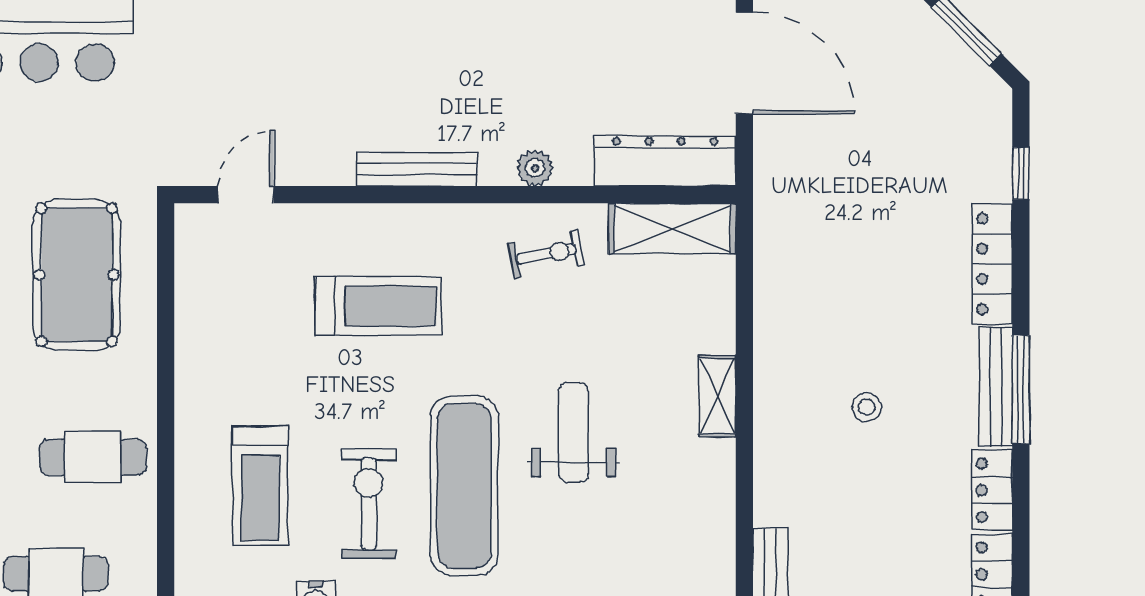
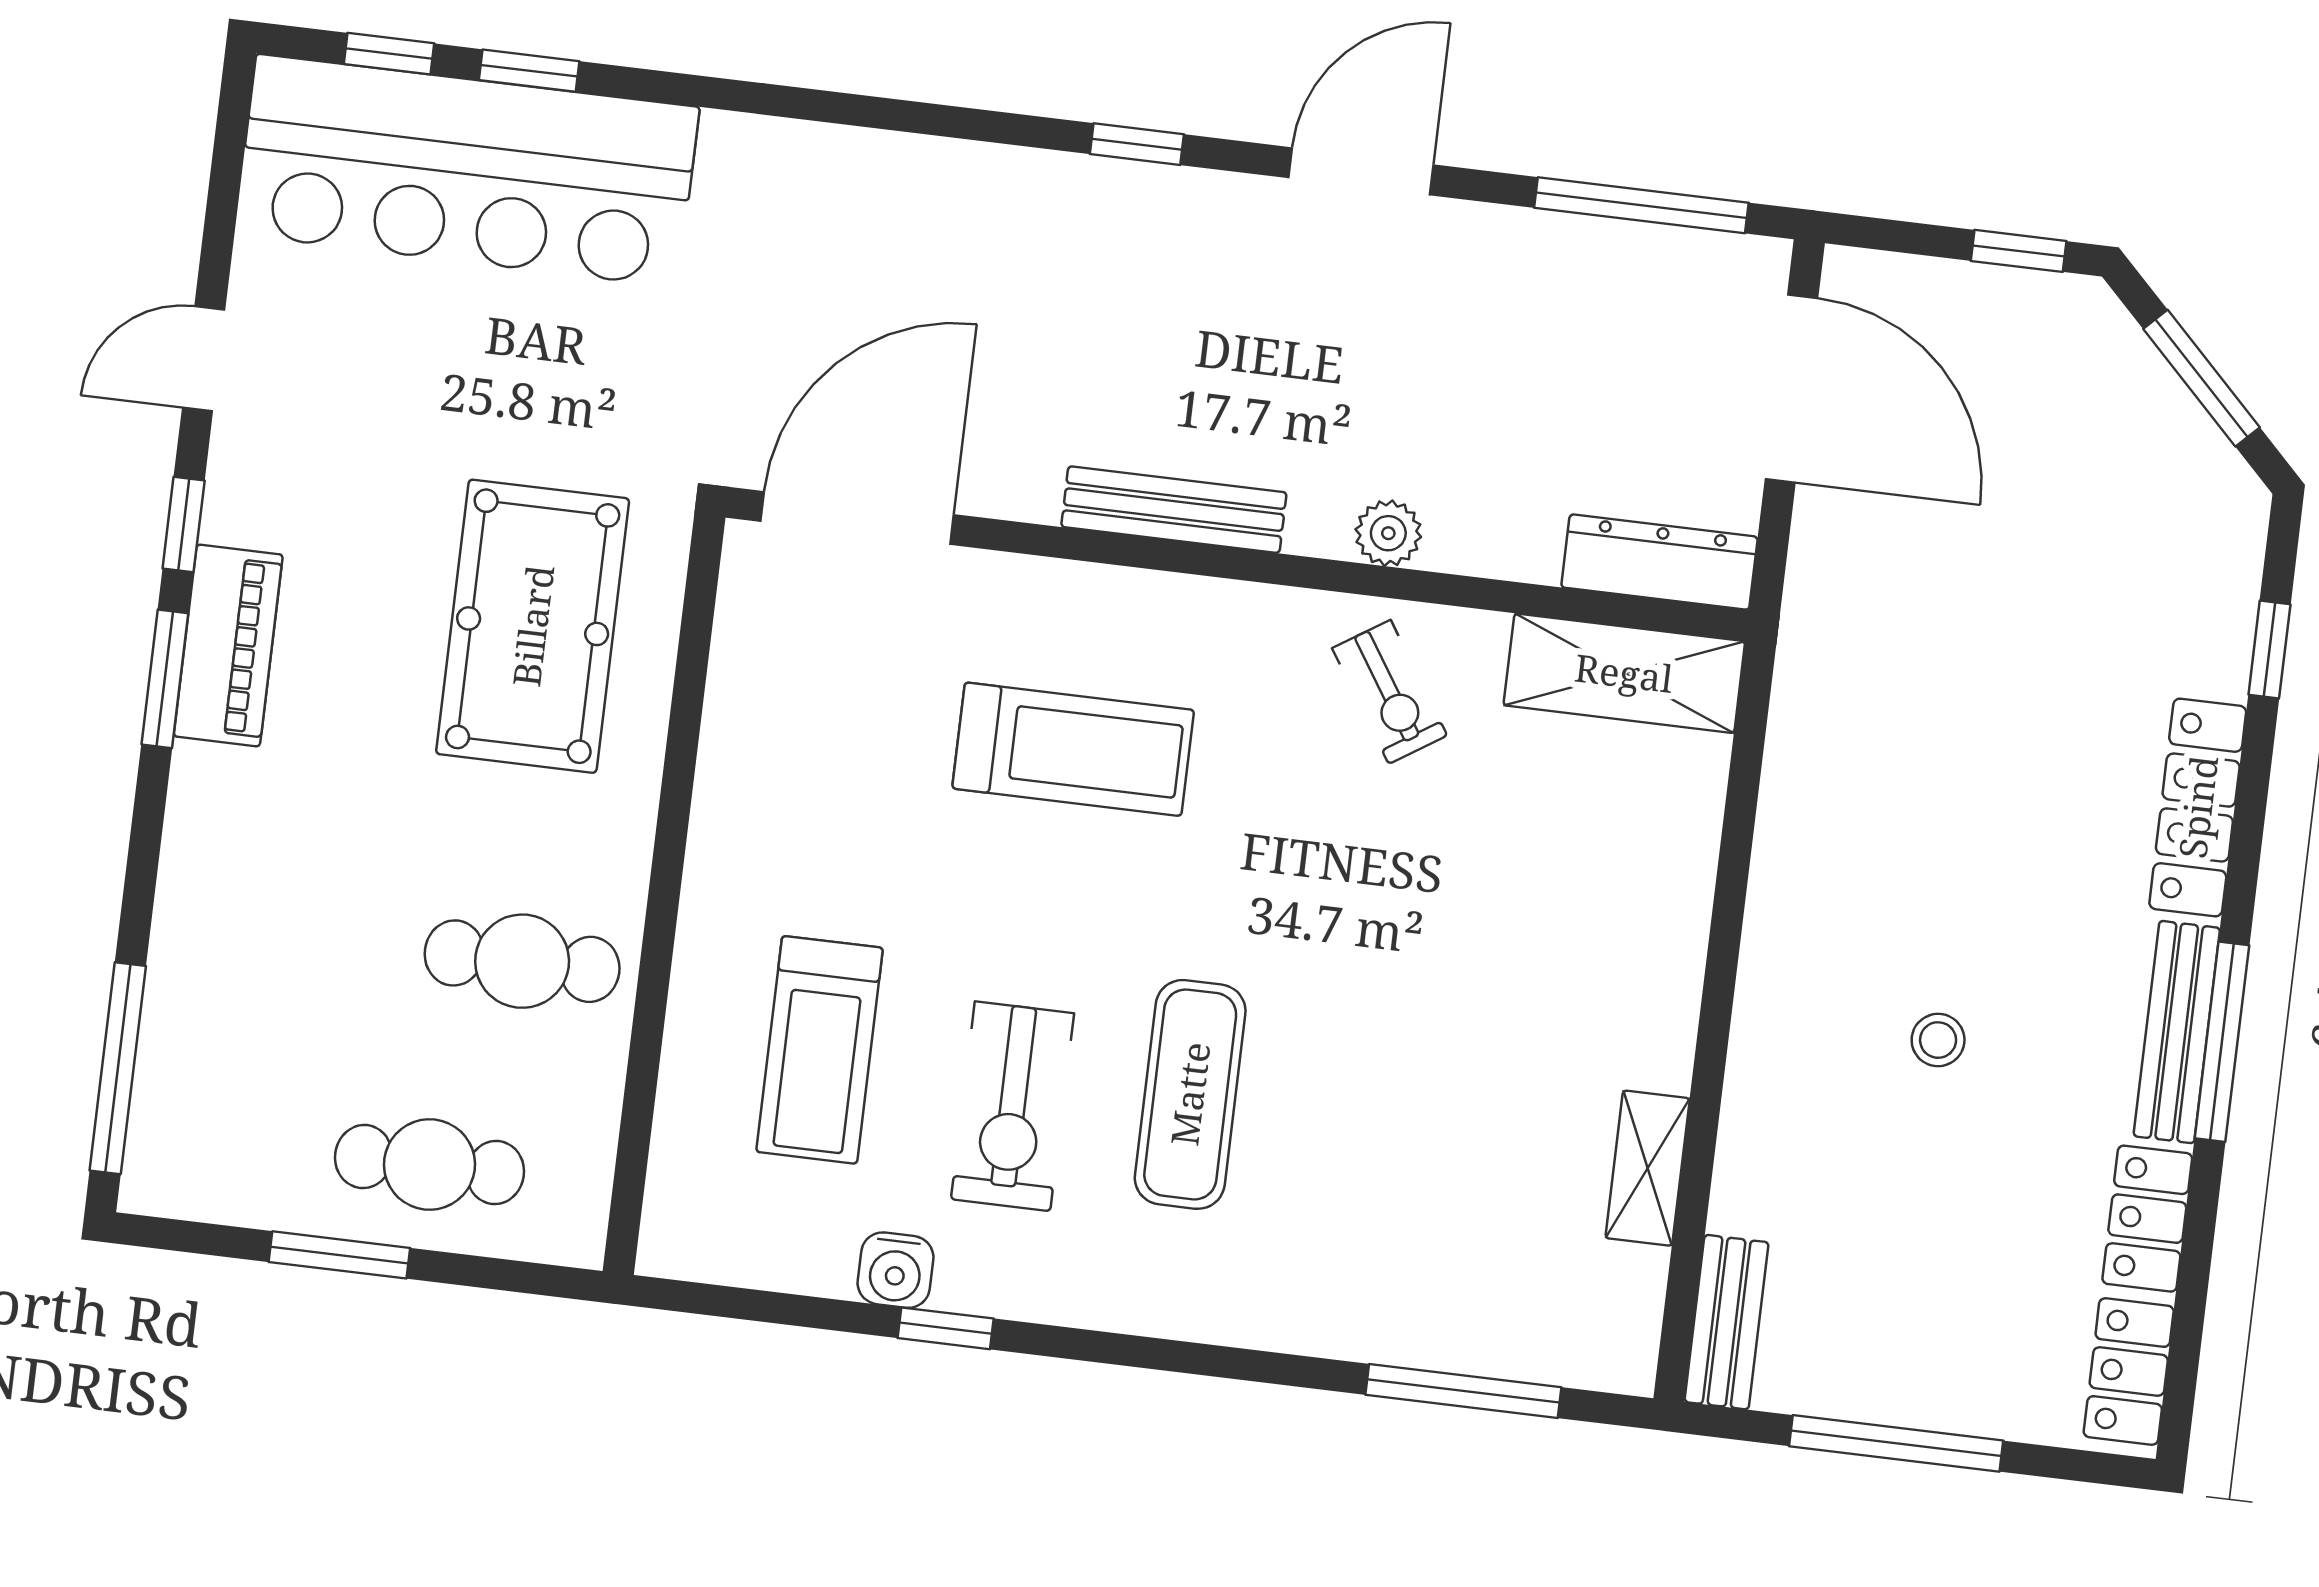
dresser: (665, 161) -> (1659, 562), width x0.73, depth x0.80
door: (246, 195) -> (857, 518), width x1.87
exercise bike: (546, 254) -> (1390, 692), turned 68
shelving: (717, 396) -> (1648, 1168), moved
weight bench: (574, 432) -> (1400, 1022), removed
exercise mat: (464, 486) -> (1190, 1094), width x0.73, depth x0.69
exercise bike: (369, 504) -> (1012, 1106), turned 180

